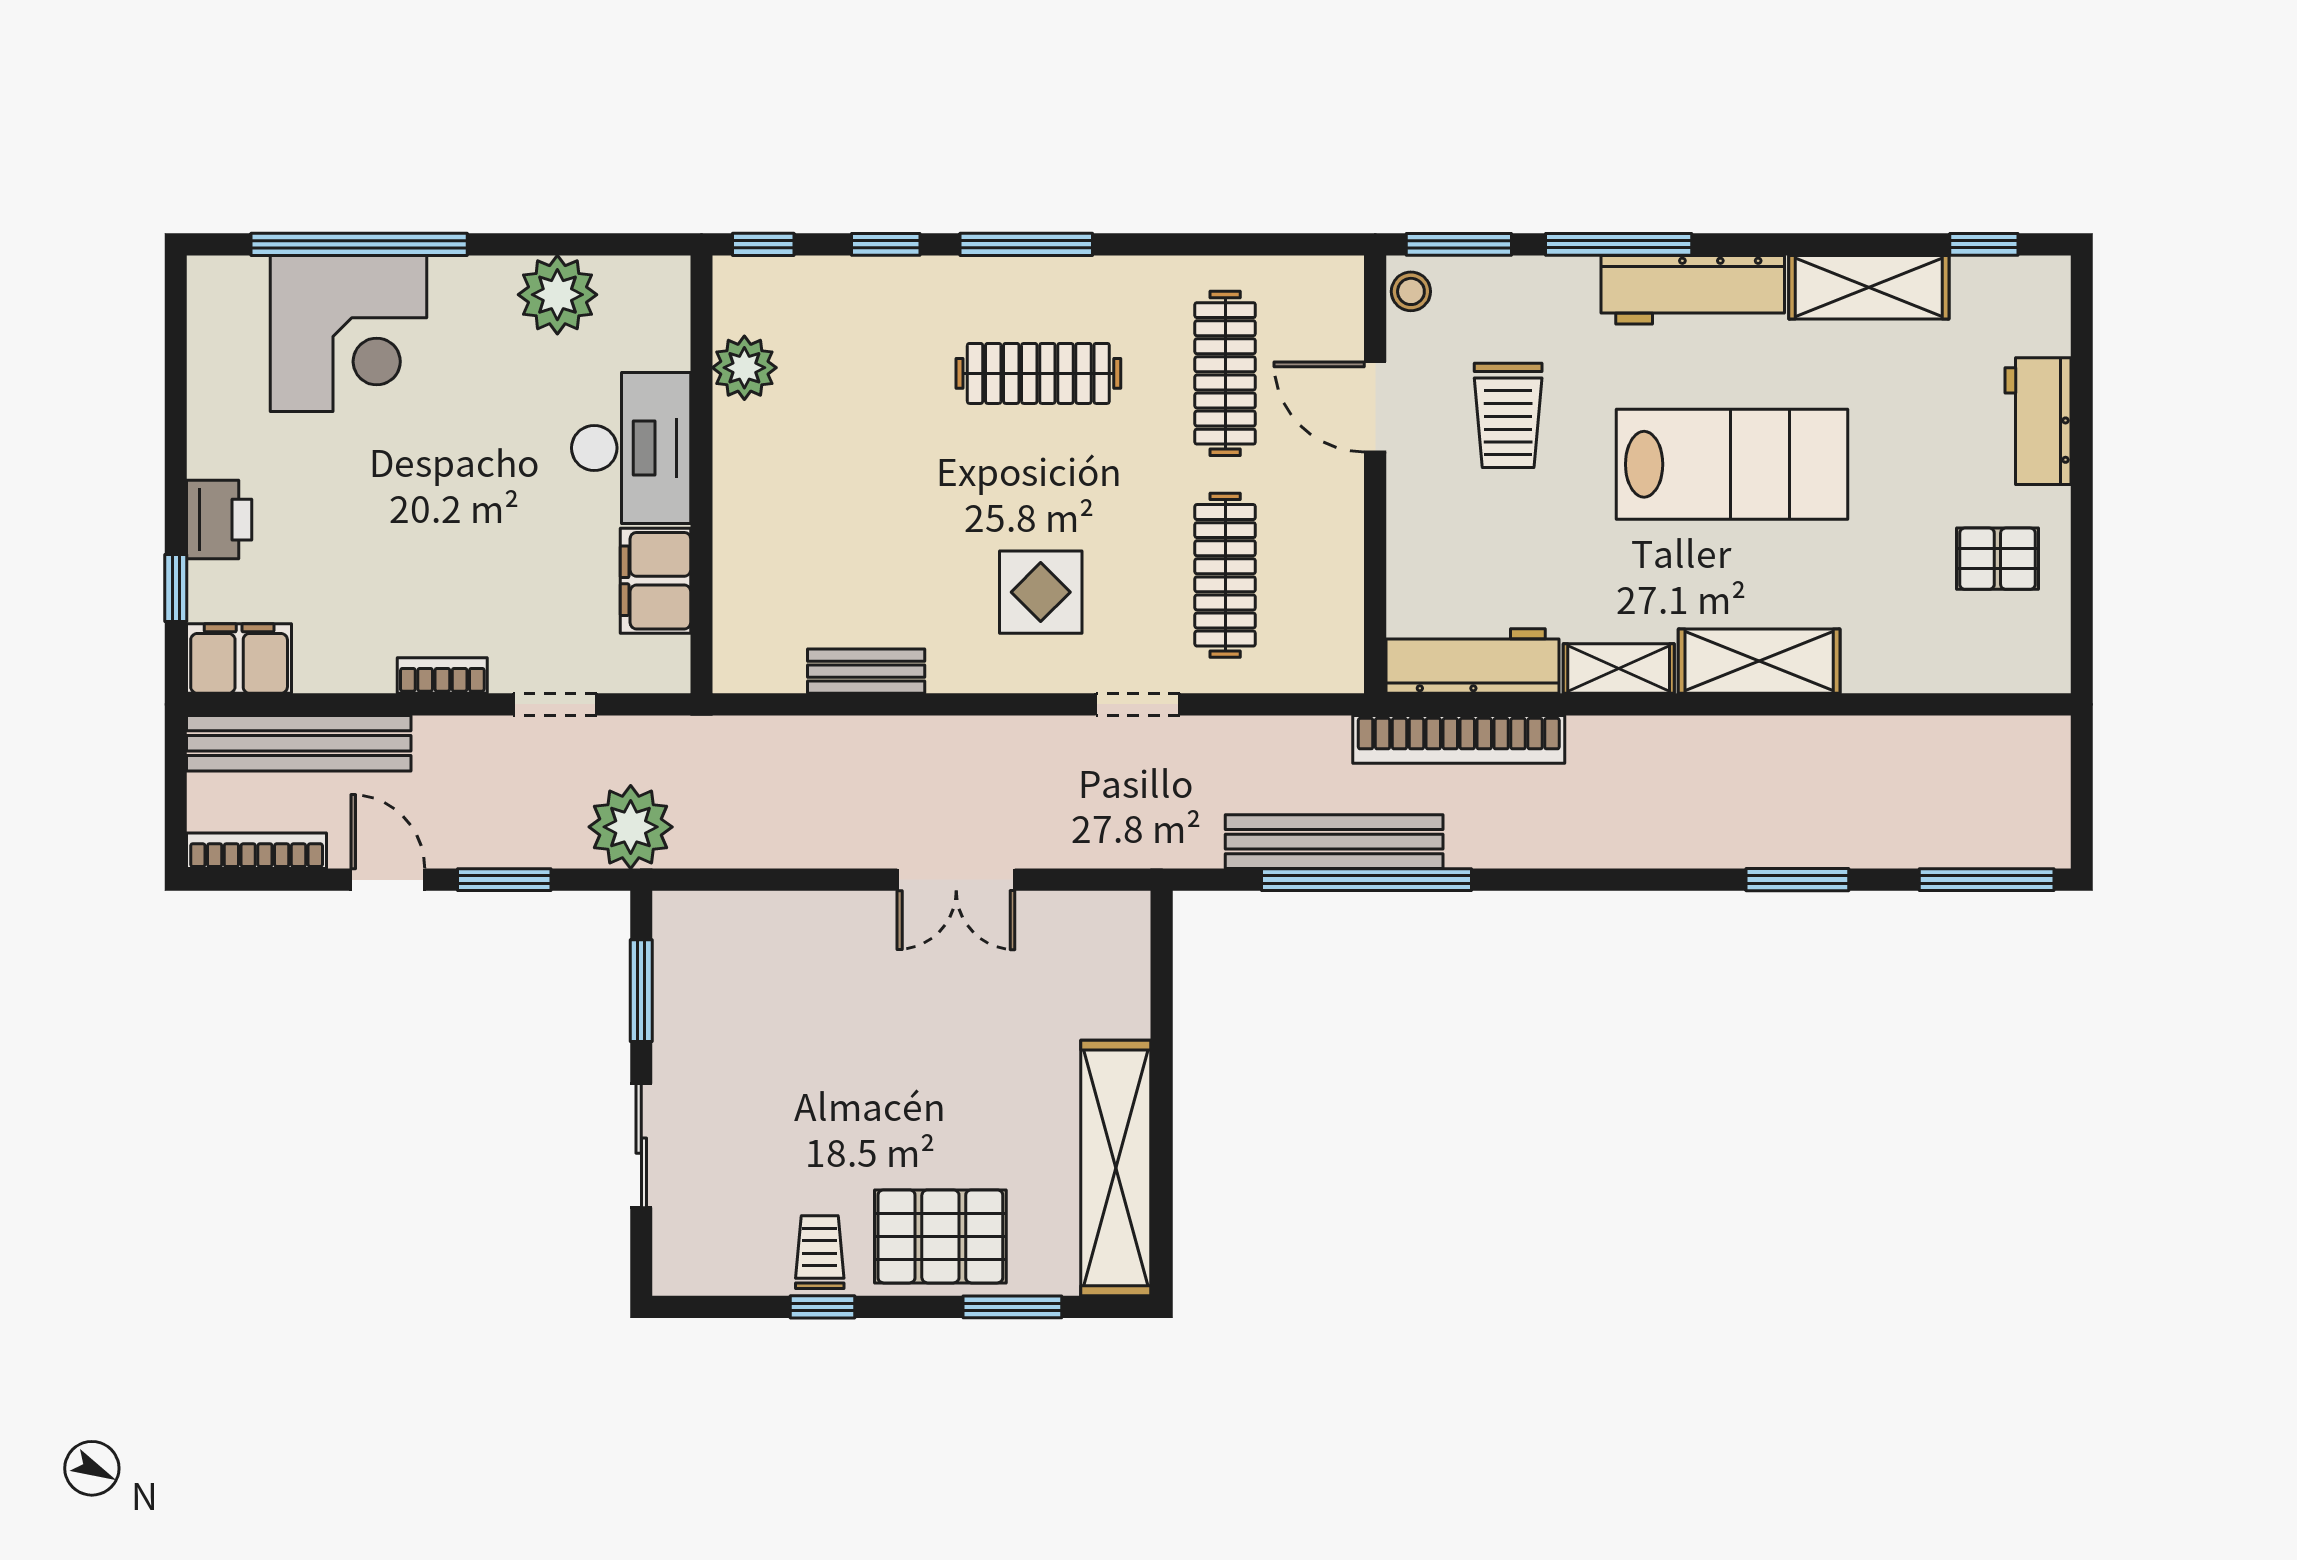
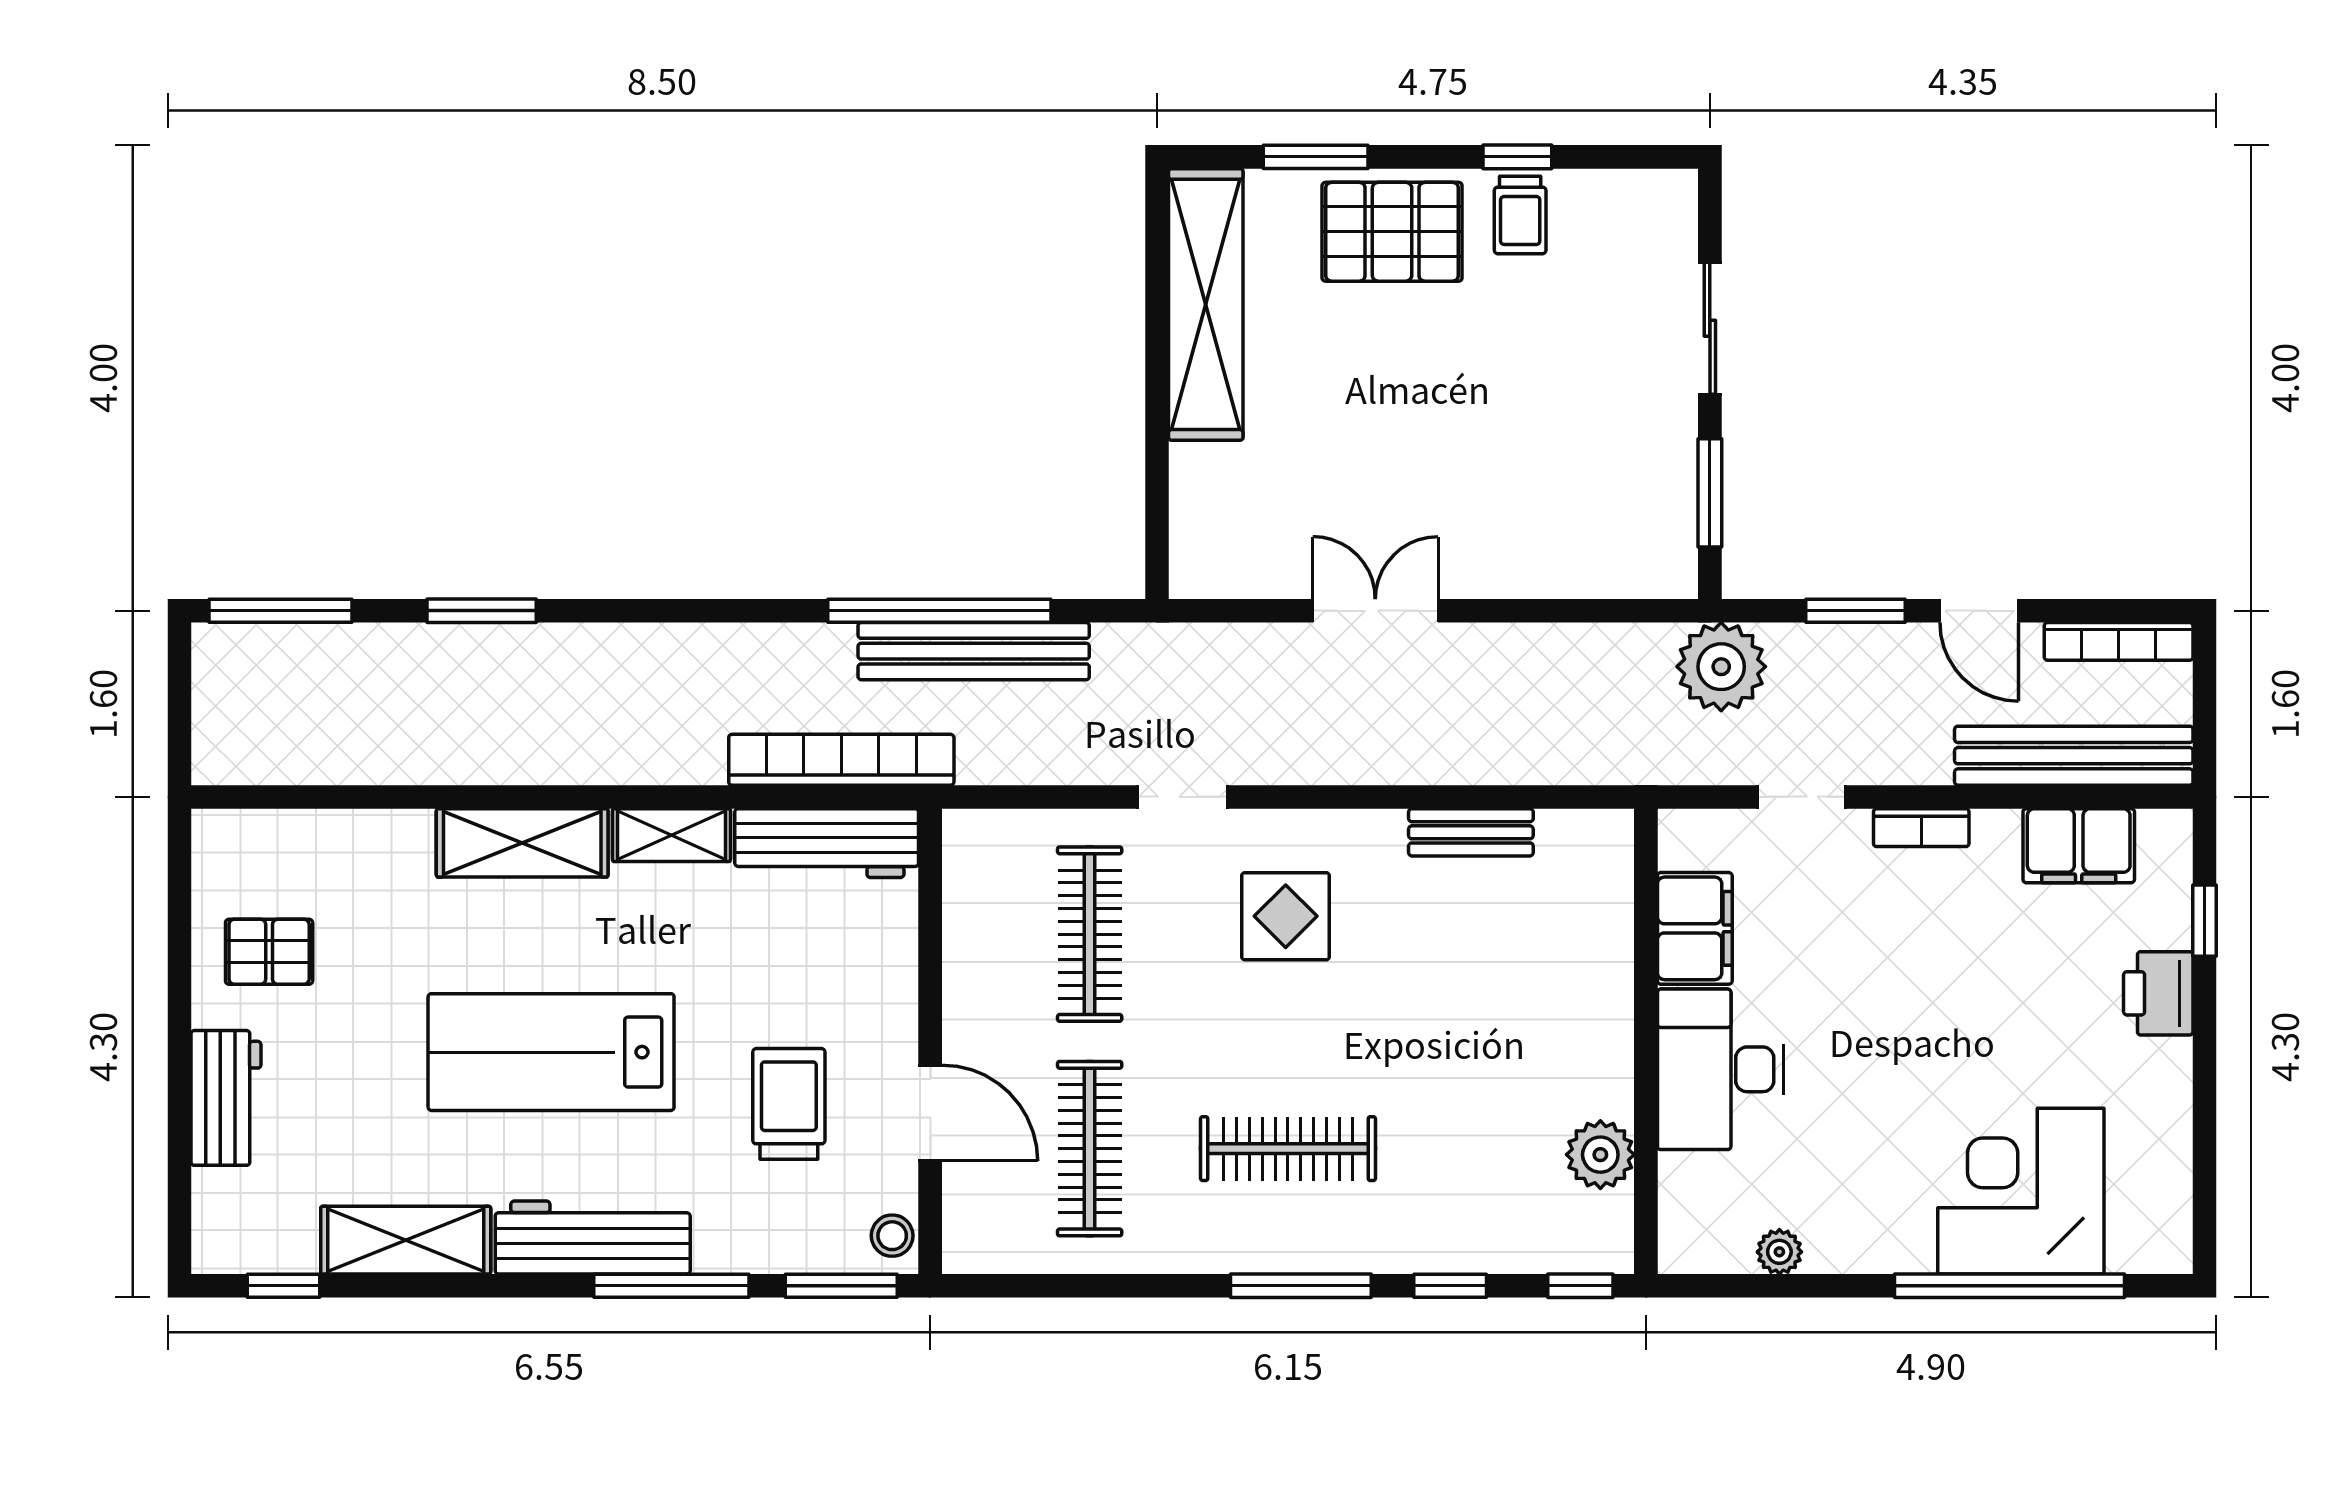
plant: (557, 295) -> (1779, 1252), width x0.53, depth x0.53
filing cabinet: (239, 658) -> (2079, 846), moved

